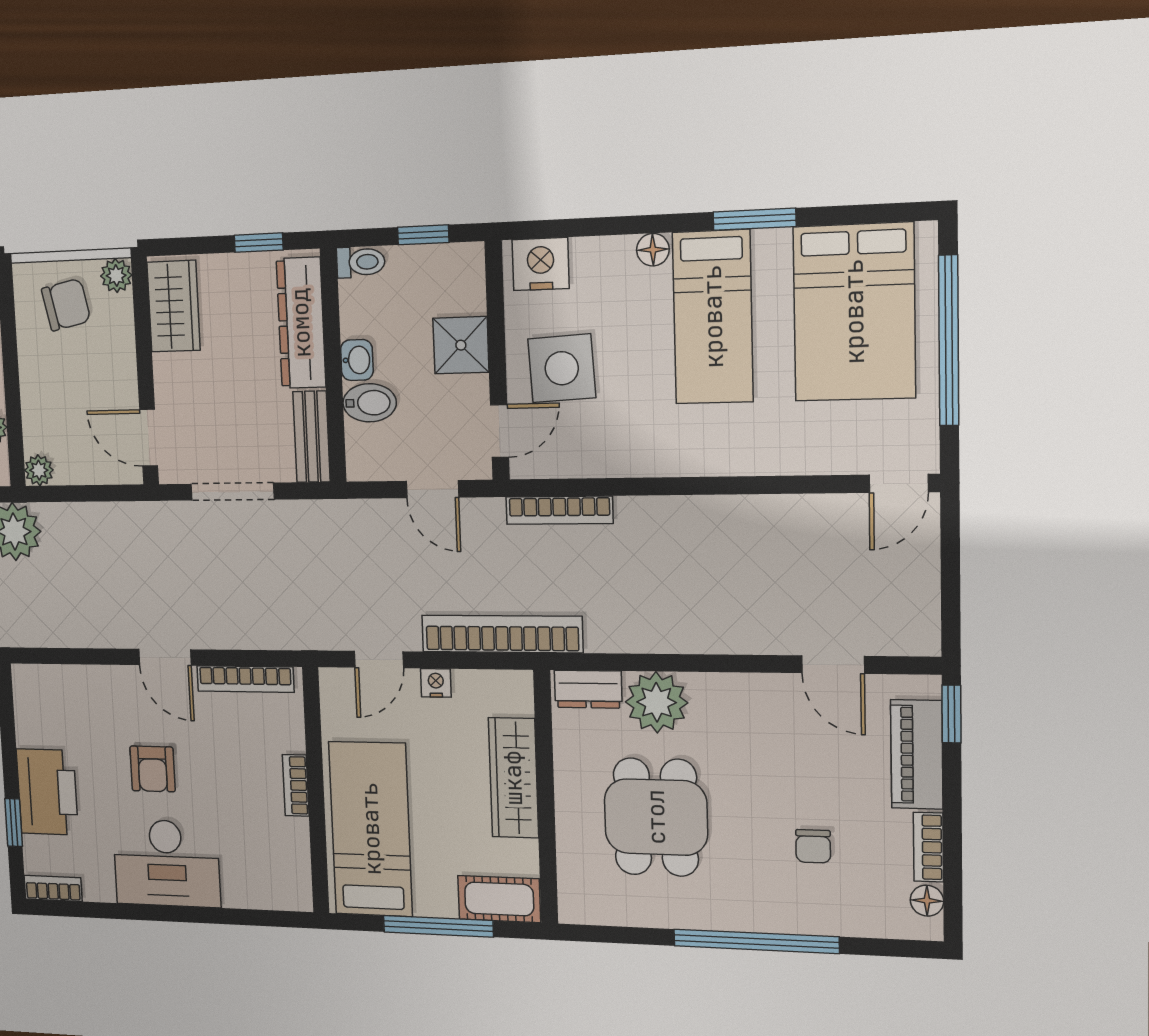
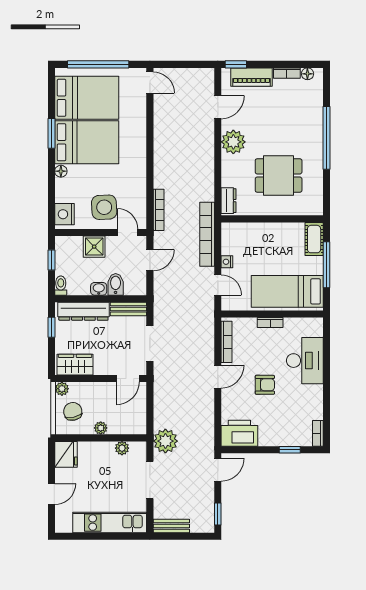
bed: (713, 317) -> (87, 142), width x1.50
plant: (39, 470) -> (101, 428), moved
plant: (657, 702) -> (233, 142), moved
wardrobe: (513, 778) -> (265, 232), removed
printer: (47, 792) -> (239, 433), moved
chair: (813, 846) -> (288, 116), removed
desk: (167, 863) -> (305, 361), moved

